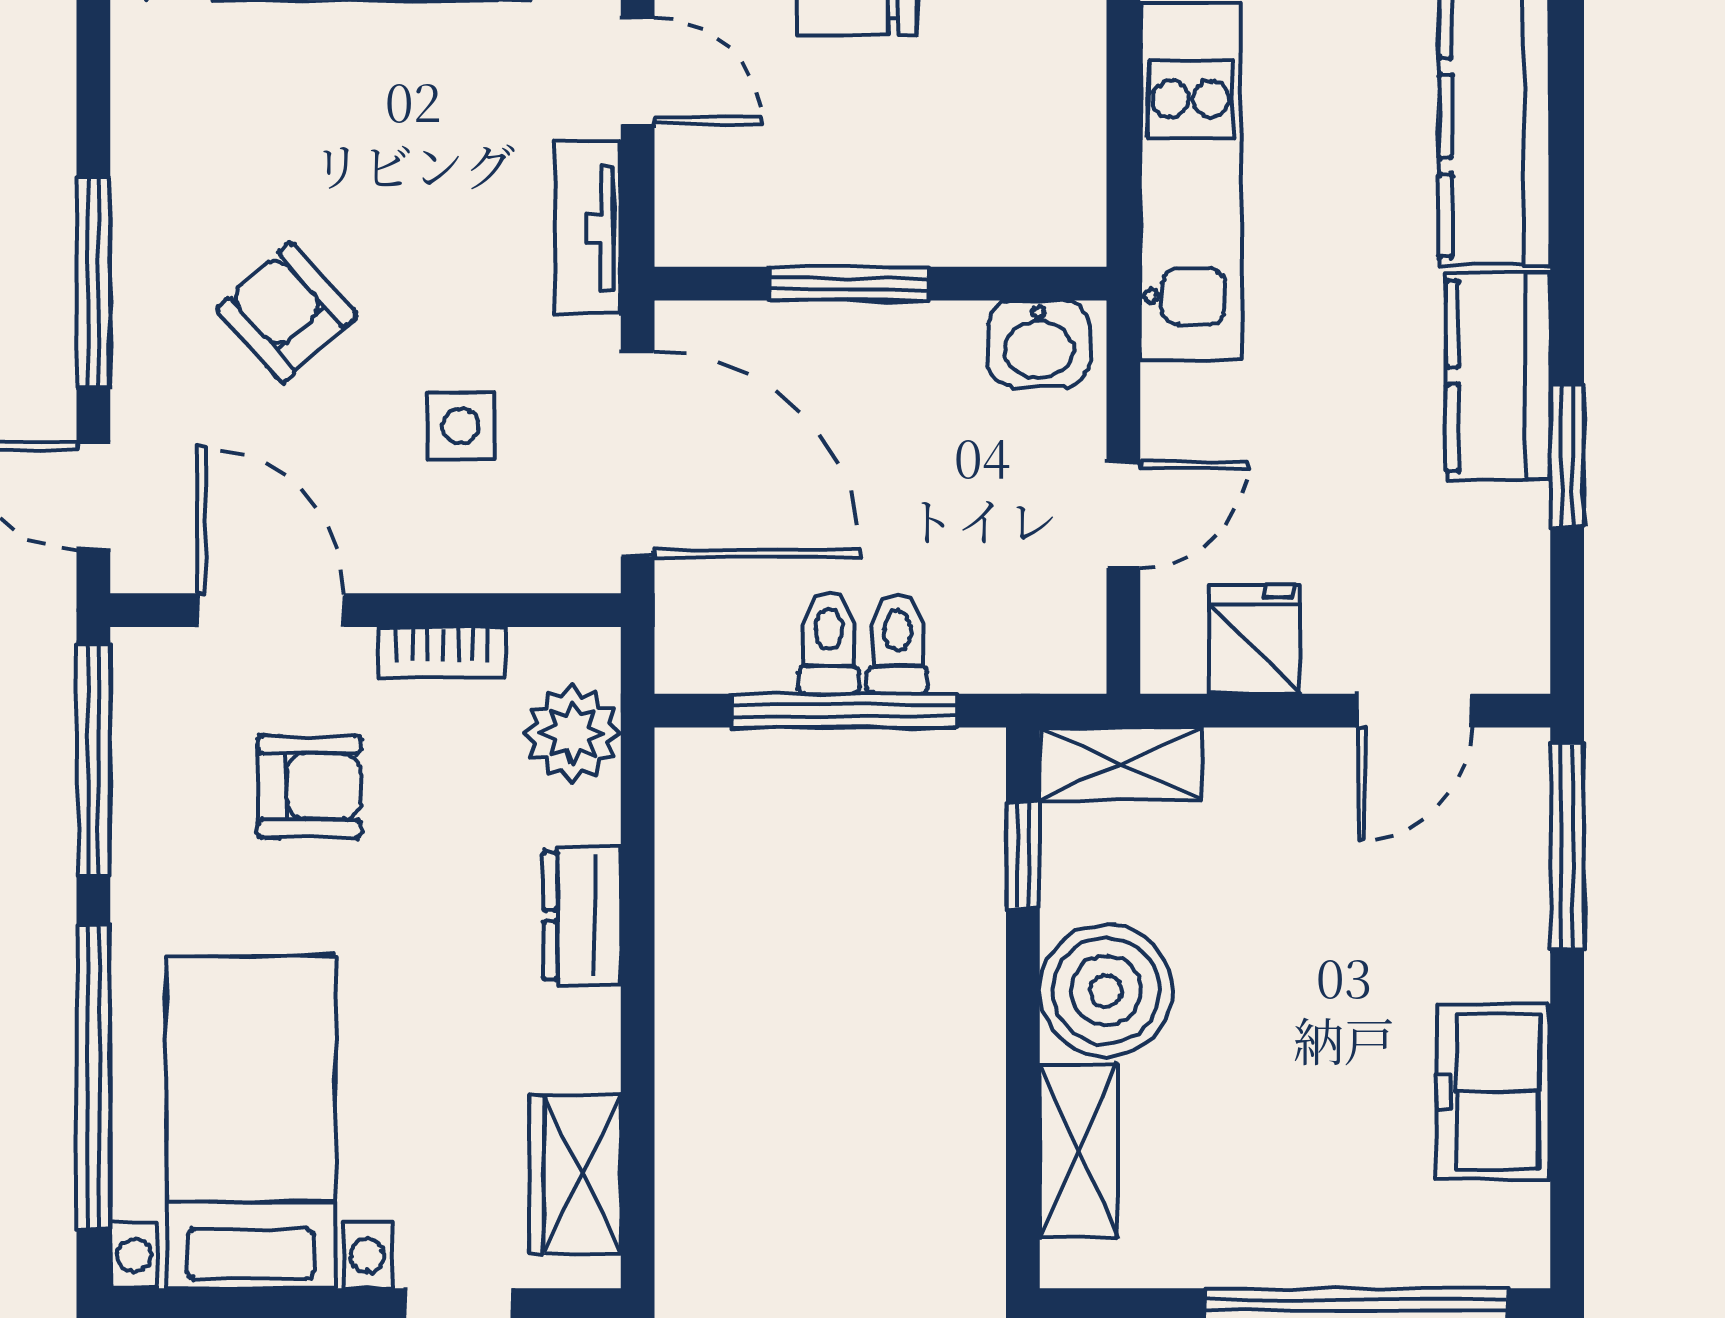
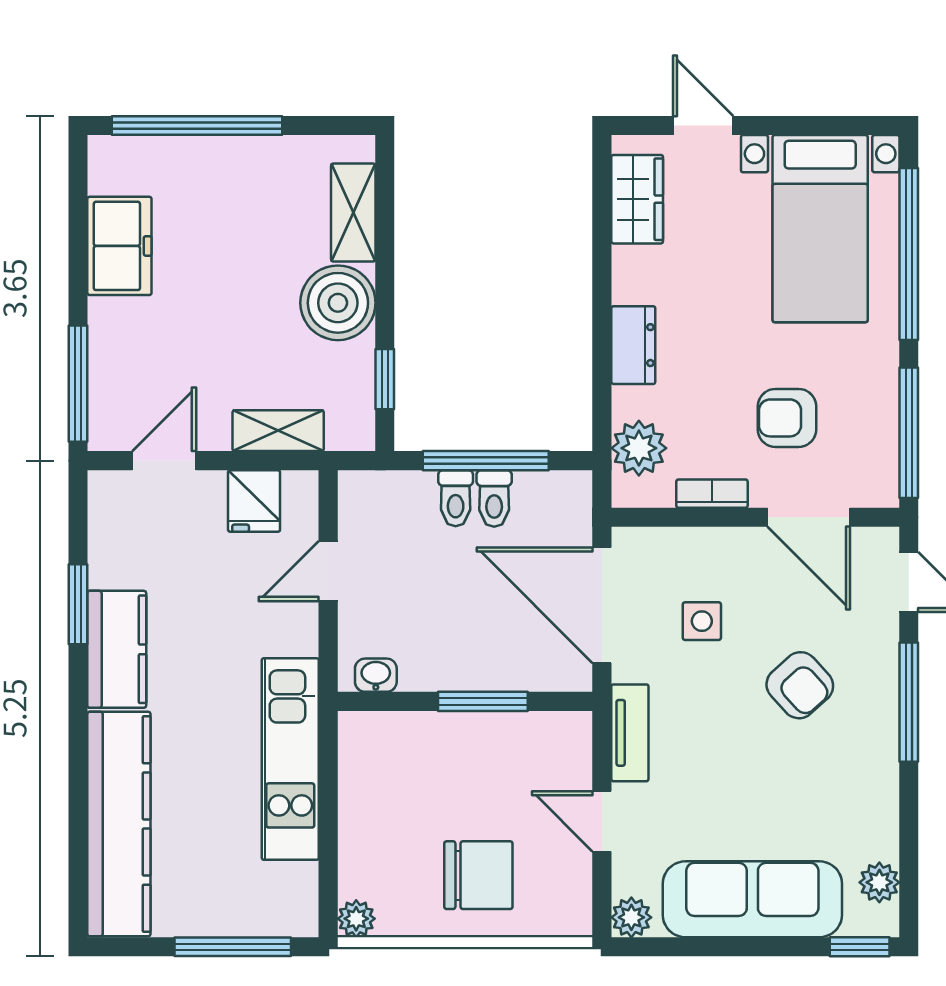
washbasin: (1039, 343) -> (376, 675), width x0.72, depth x0.69
shelving: (1120, 764) -> (278, 431), moved

